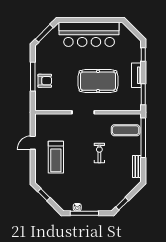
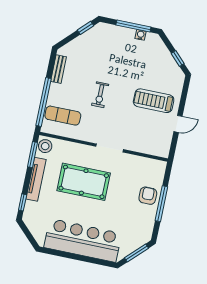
tv unit: (136, 75) -> (36, 179), width x1.41
armchair: (45, 81) -> (148, 196), turned 90
stool: (135, 103) -> (45, 146), added
treadmill: (56, 157) -> (154, 101), turned -90

